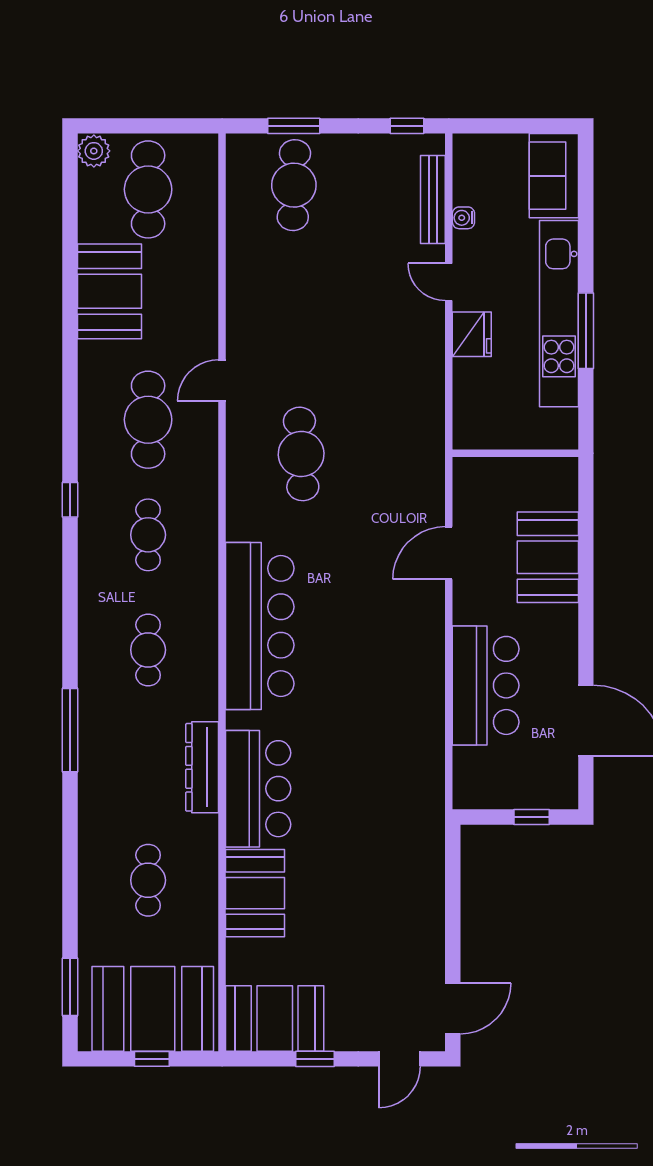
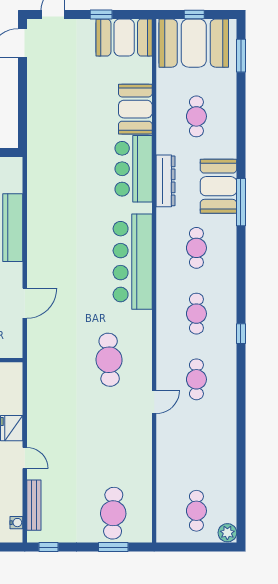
cafe table: (148, 189) -> (196, 511), width x0.73, depth x0.74
water cooler: (463, 218) -> (16, 523), moved
booth: (109, 291) -> (218, 186), moved
cafe table: (148, 420) -> (196, 379), width x0.73, depth x0.74

